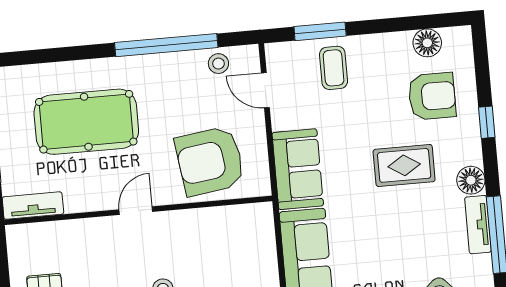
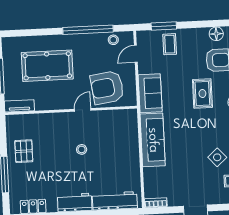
door: (265, 90) -> (136, 54), hinge flipped
rug: (404, 165) -> (202, 94), turned 90
door: (136, 211) -> (83, 110), moved

